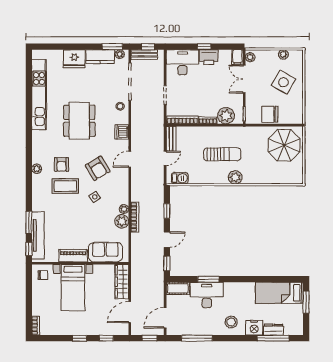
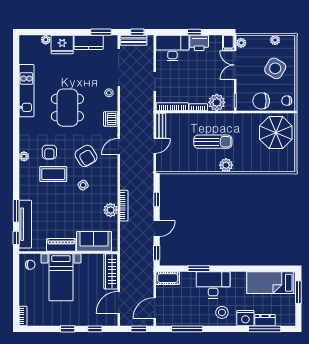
plant: (120, 54) -> (46, 40), moved
kitchen unit: (39, 95) -> (26, 91), width x0.73
chair: (295, 114) -> (287, 101), added
barbecue: (180, 178) -> (170, 166), removed
plant: (124, 209) -> (113, 197), removed
desk: (207, 295) -> (213, 285), moved

